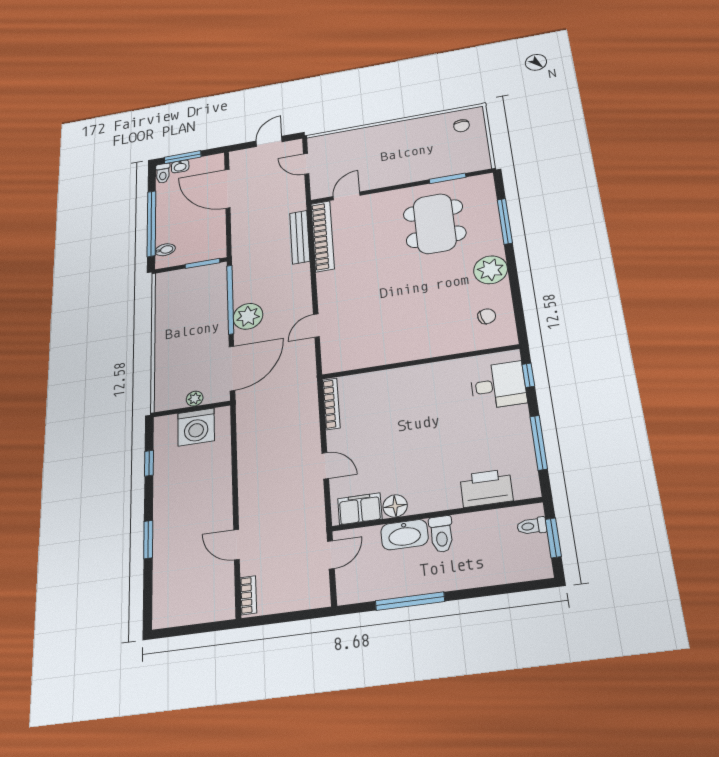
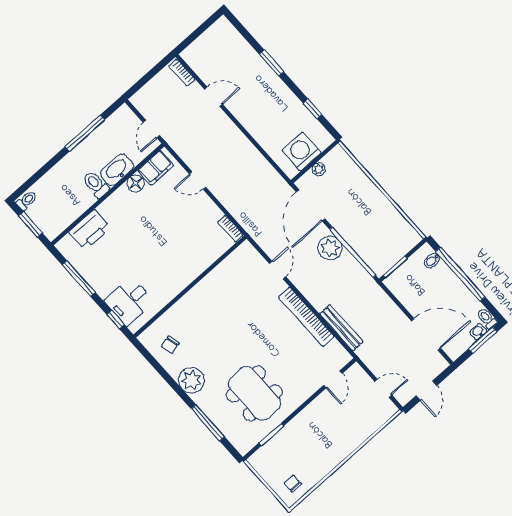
bookcase: (323, 236) -> (306, 317), moved
bookcase: (331, 404) -> (230, 228), width x0.64
toilet: (532, 526) -> (27, 200), moved

